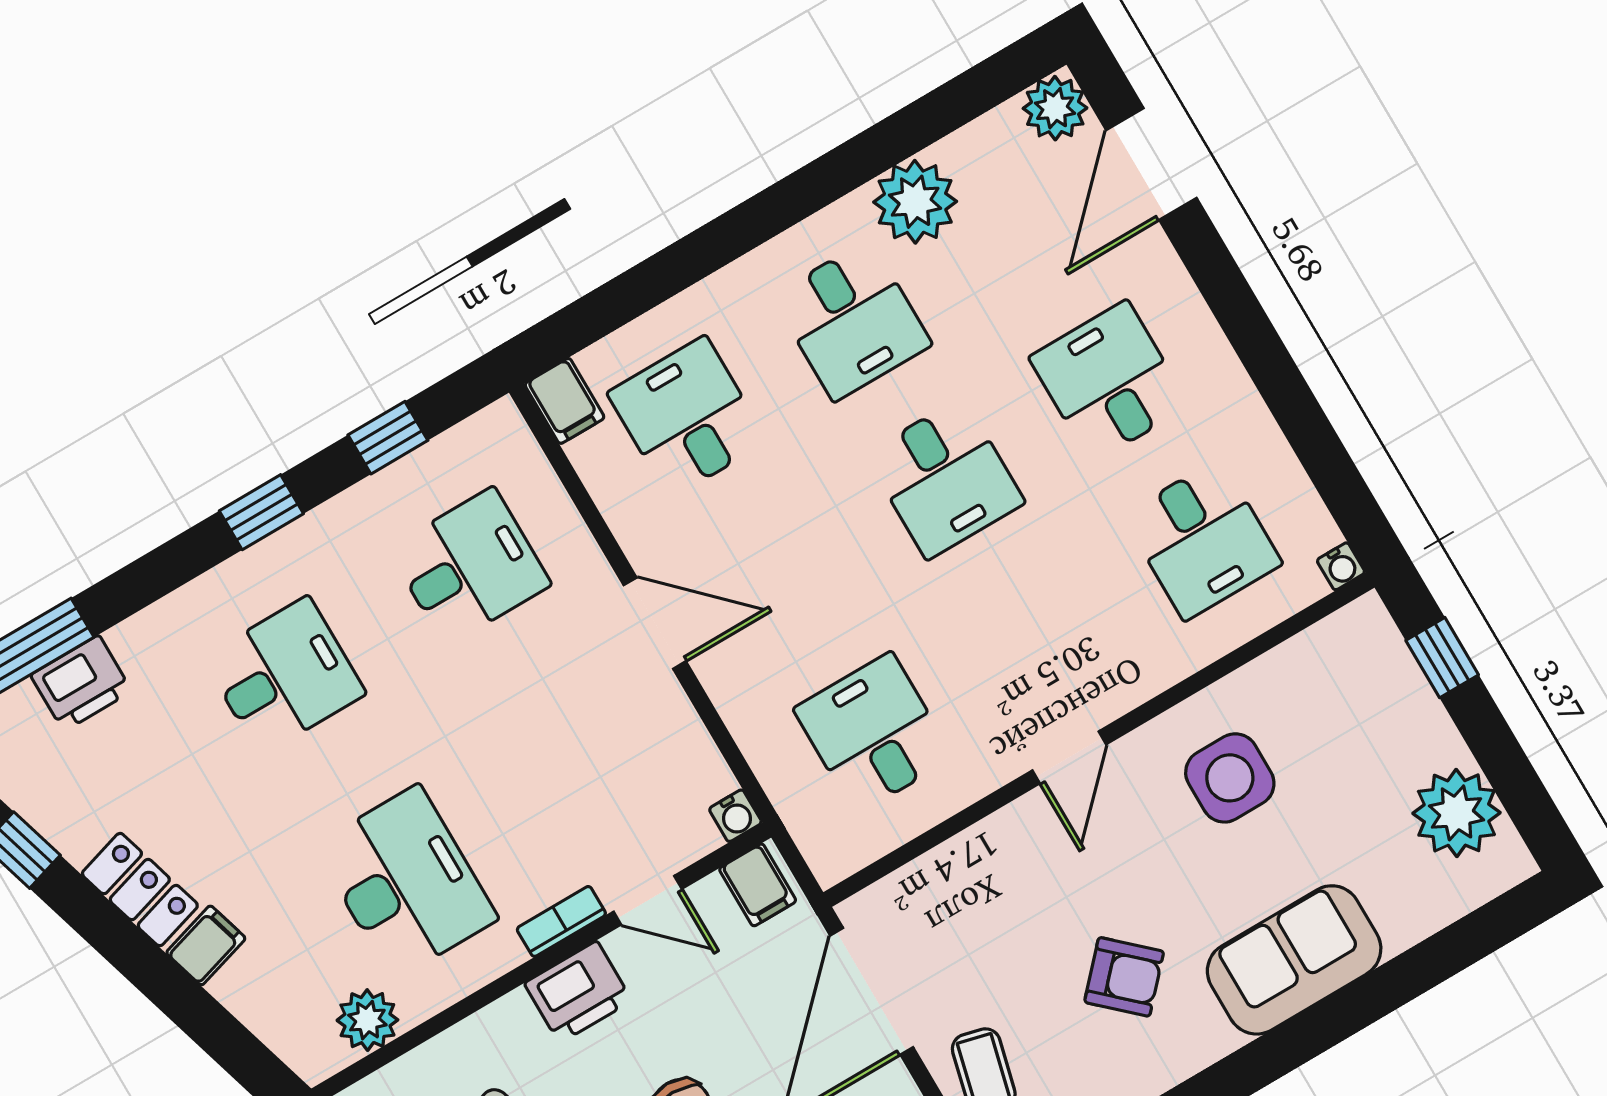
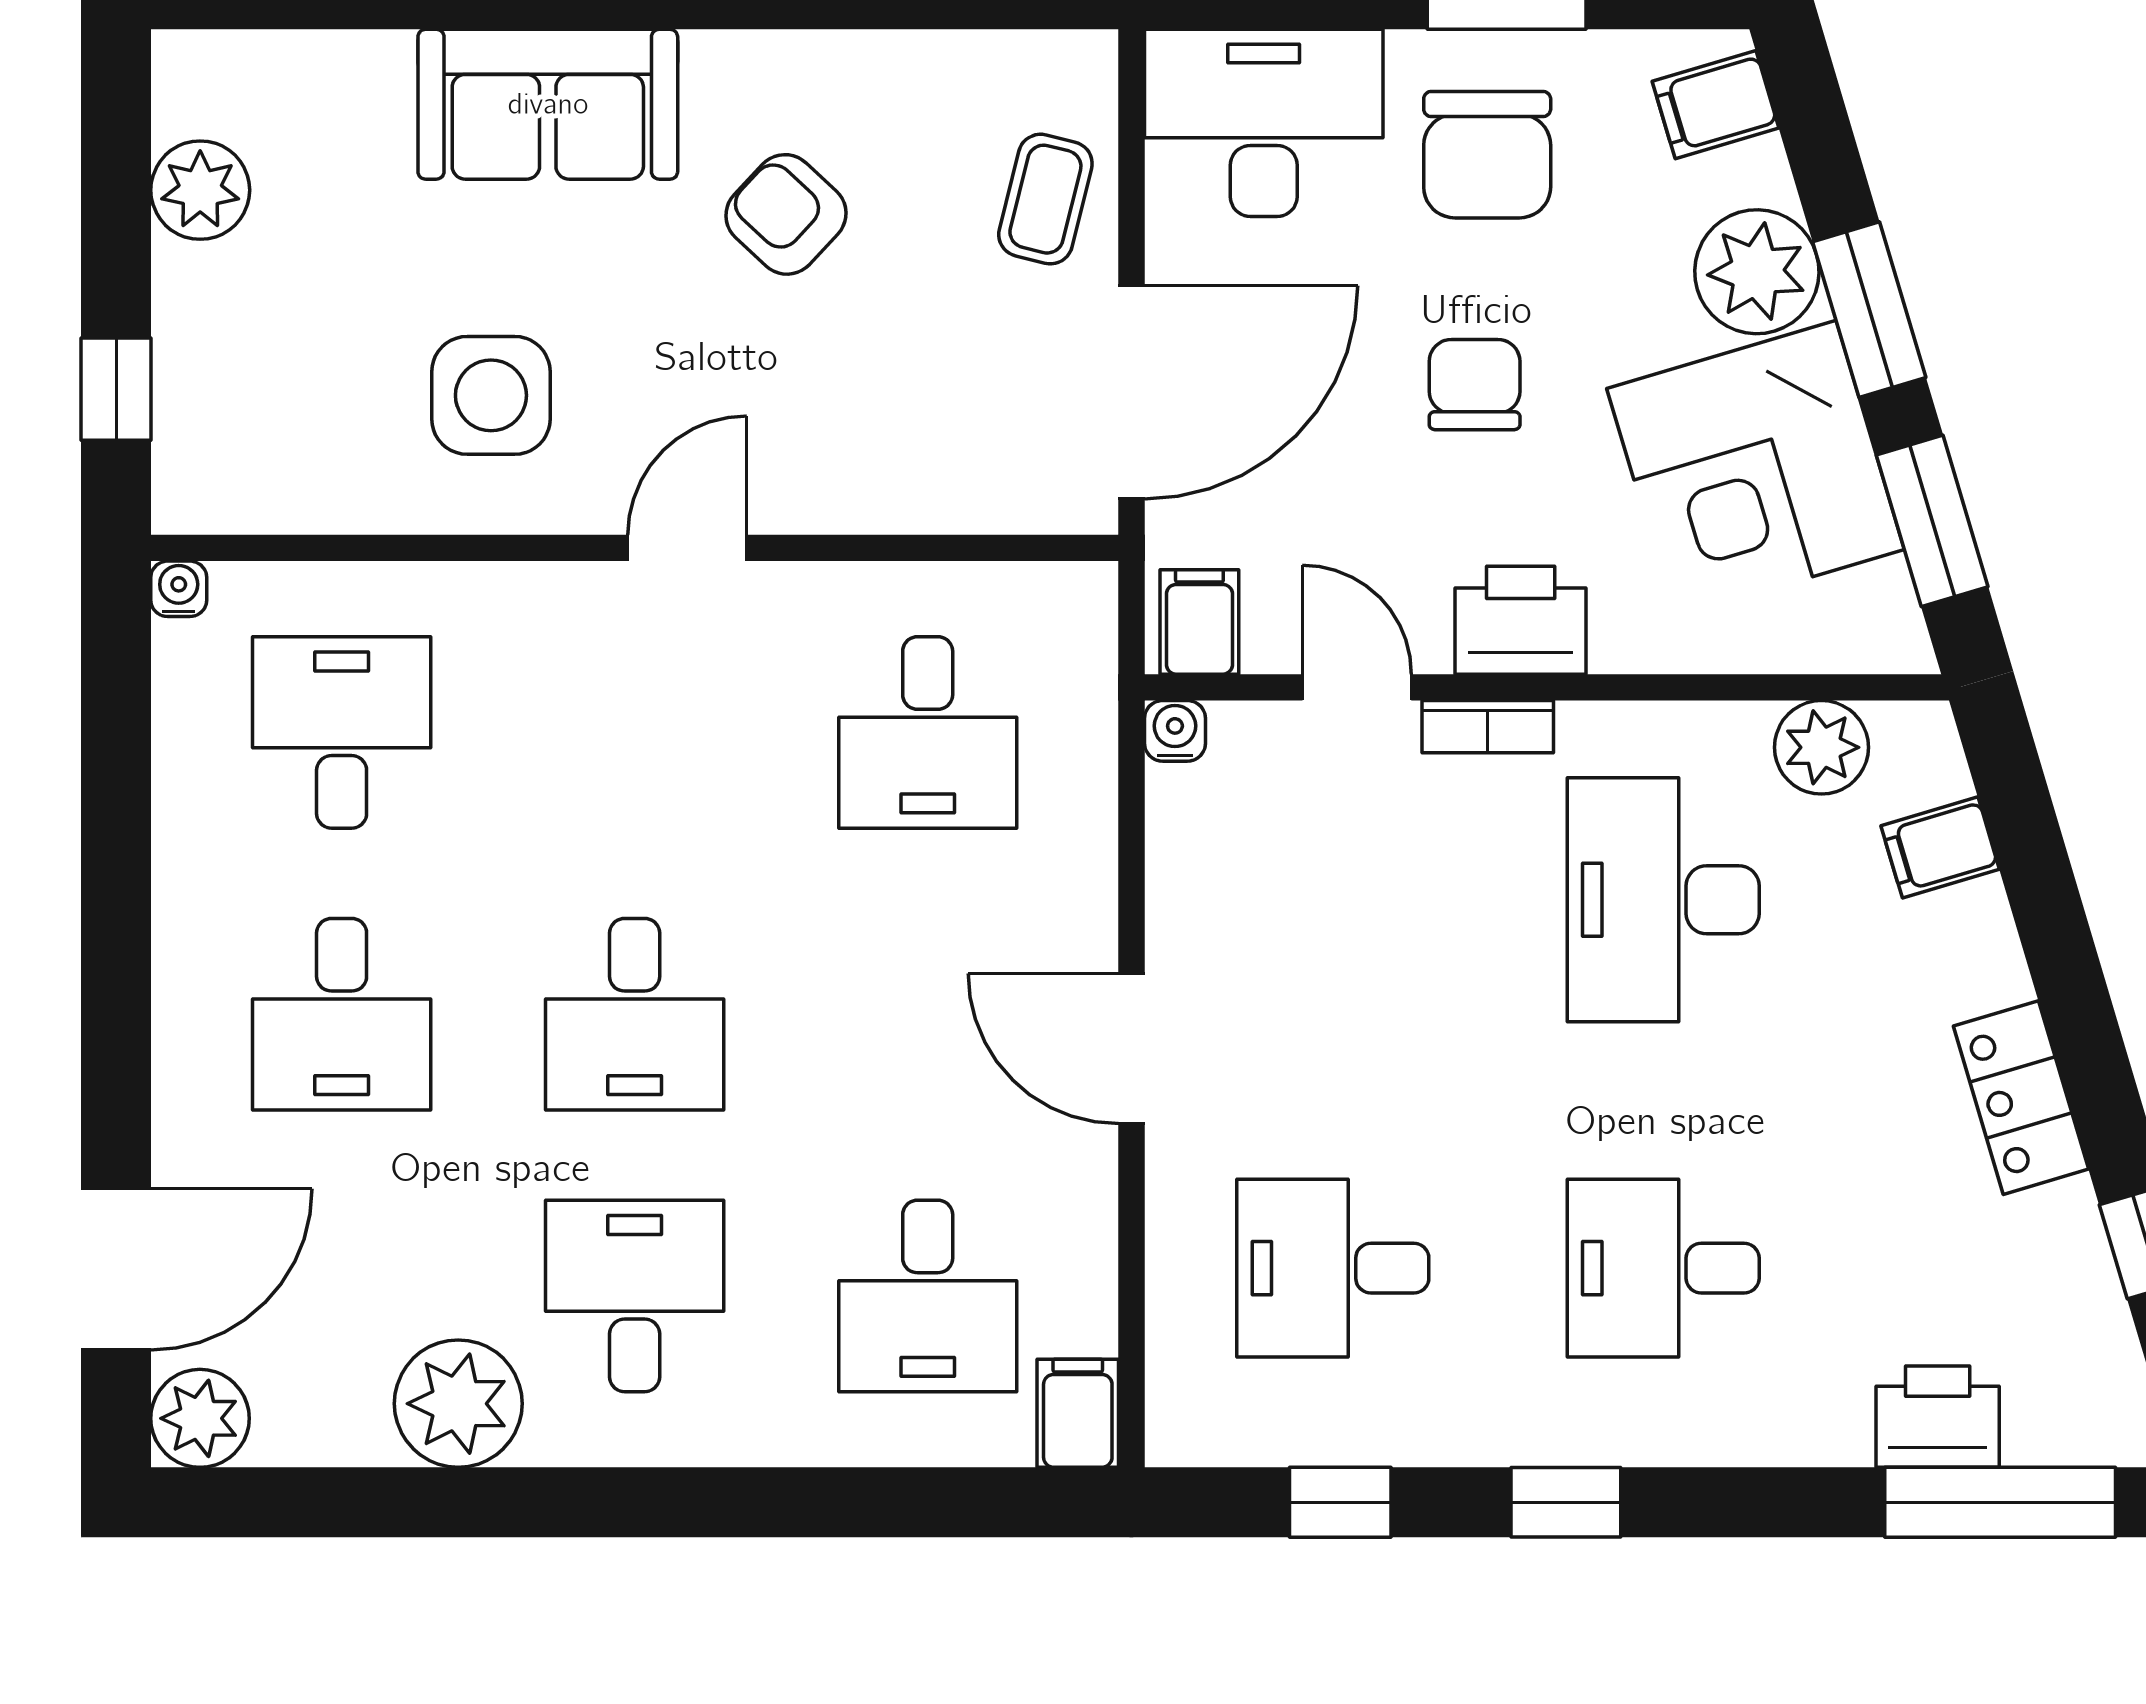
desk: (945, 478) -> (635, 1014), turned 180
plant: (1456, 813) -> (200, 190), width x0.73, depth x0.73
filing cabinet: (206, 945) -> (1940, 847), moved

